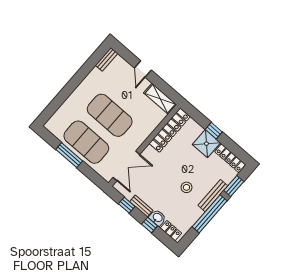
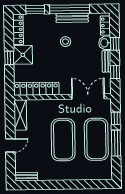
window: (89, 173) -> (116, 118), added
bench: (213, 196) -> (72, 18), moved

